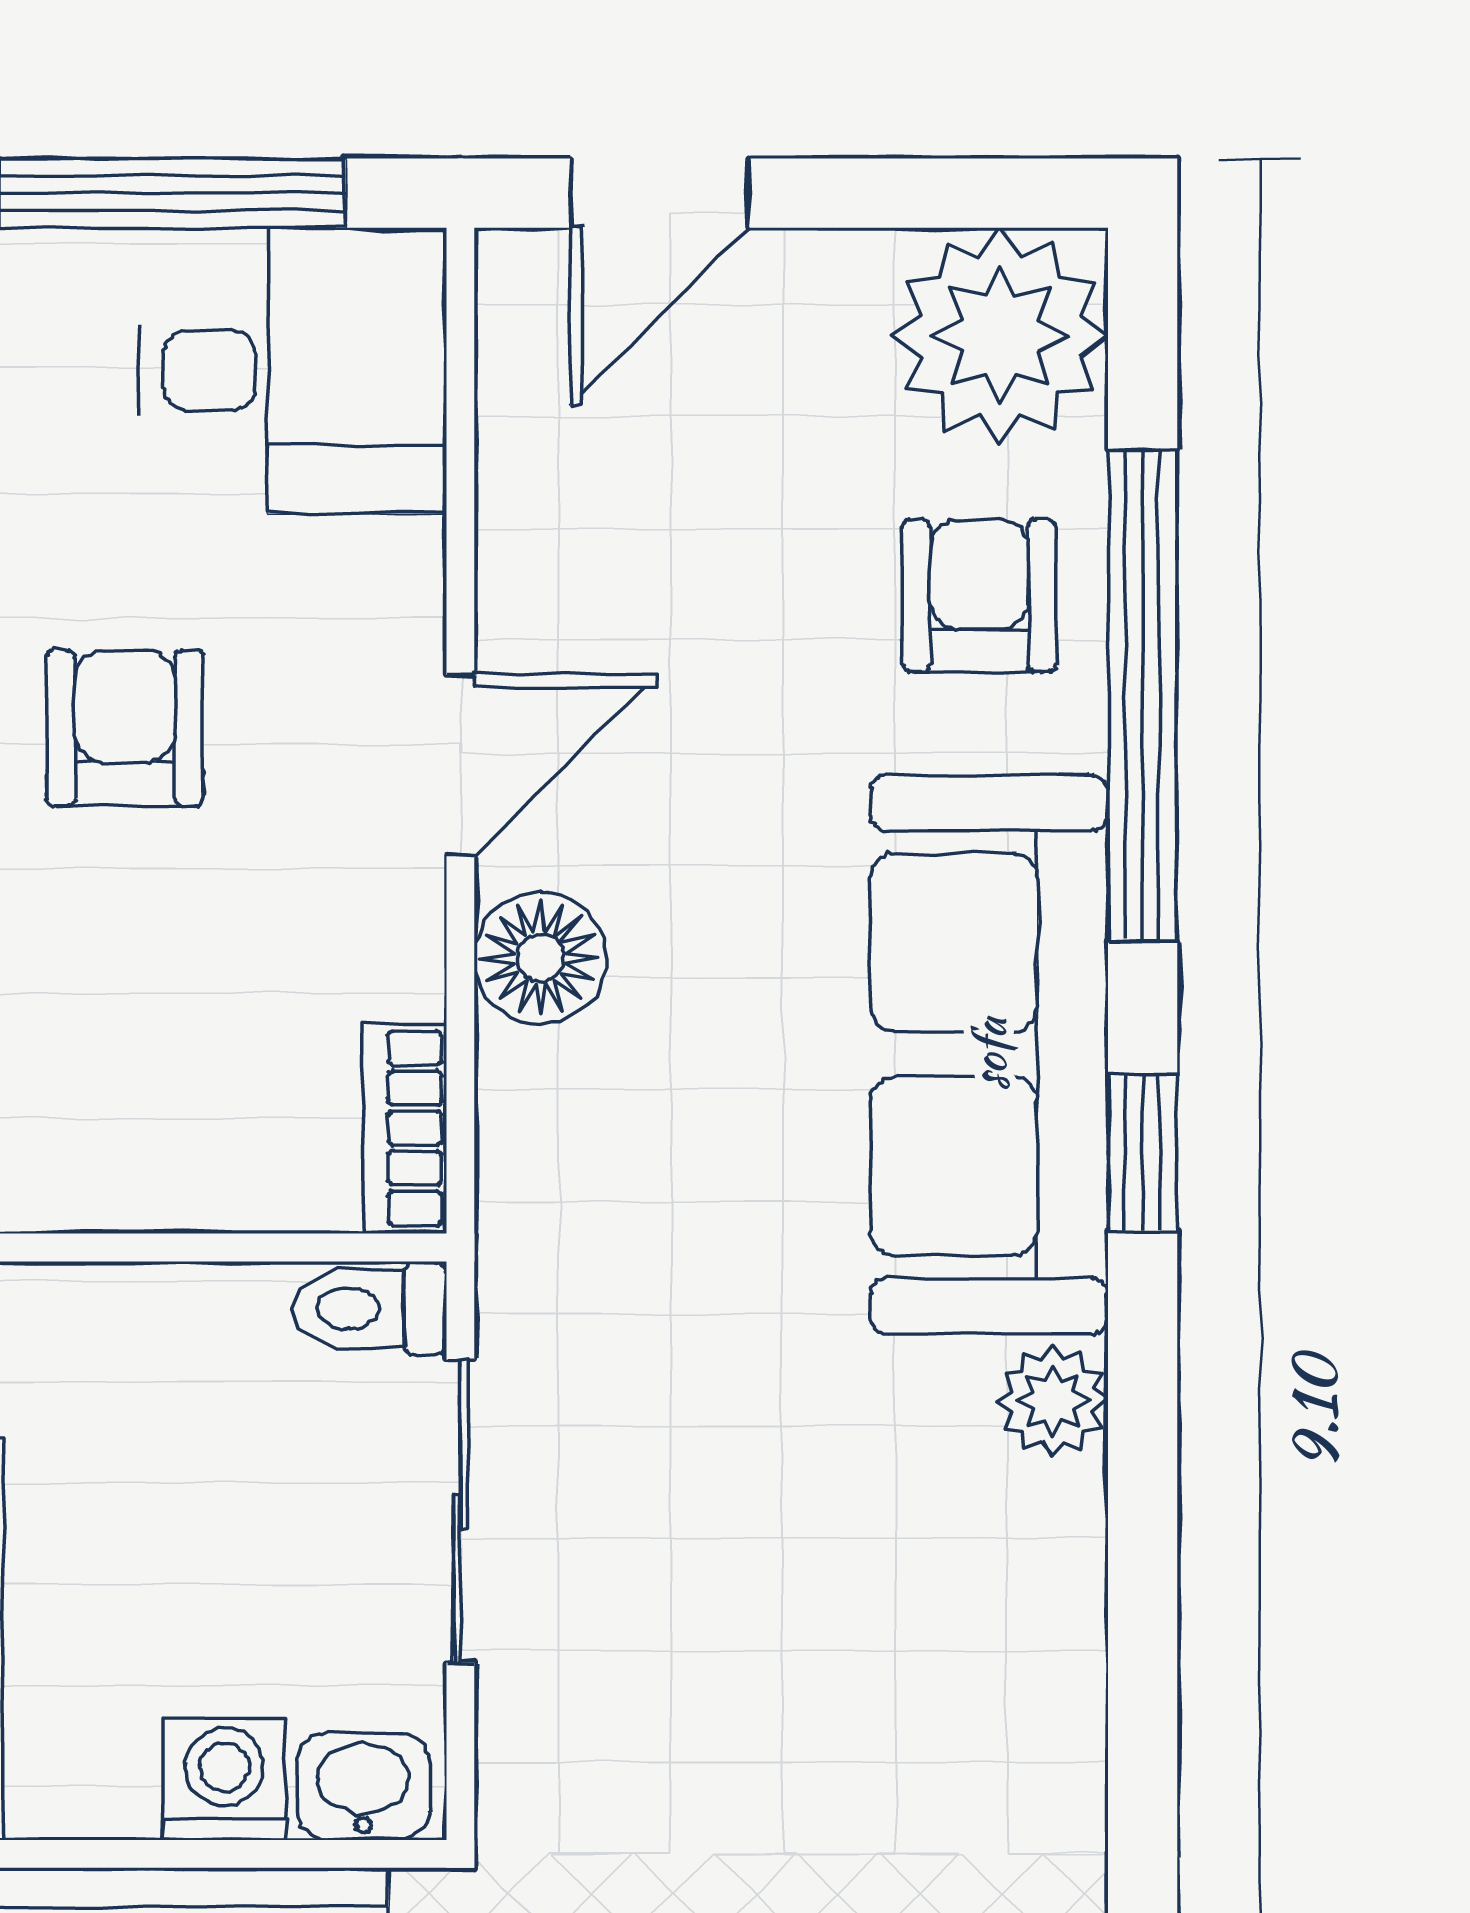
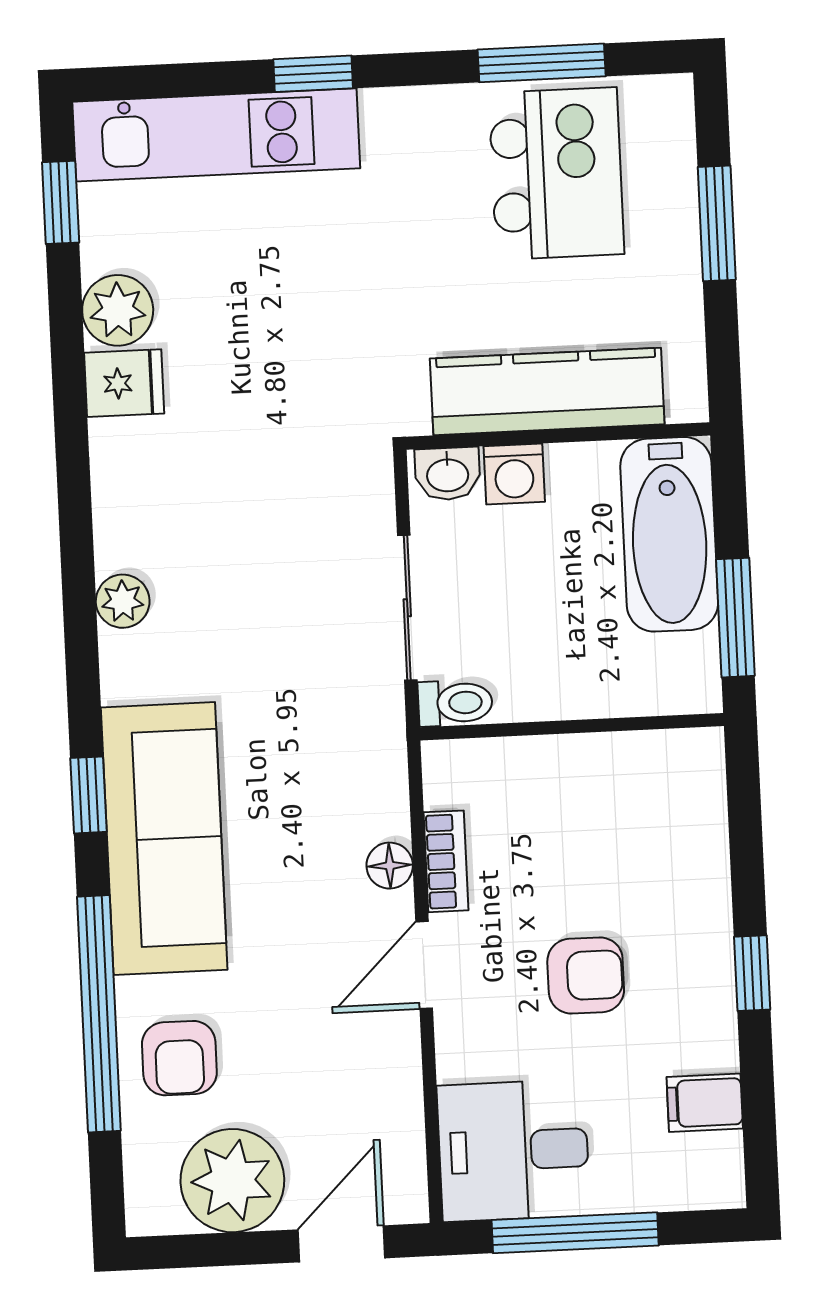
plant: (1000, 336) -> (232, 1181), moved
armchair: (125, 728) -> (586, 975), turned -90
floor lamp: (540, 958) -> (390, 866), width x0.73, depth x0.73
bookcase: (405, 1128) -> (446, 861), moved
plant: (1052, 1401) -> (123, 601), moved

